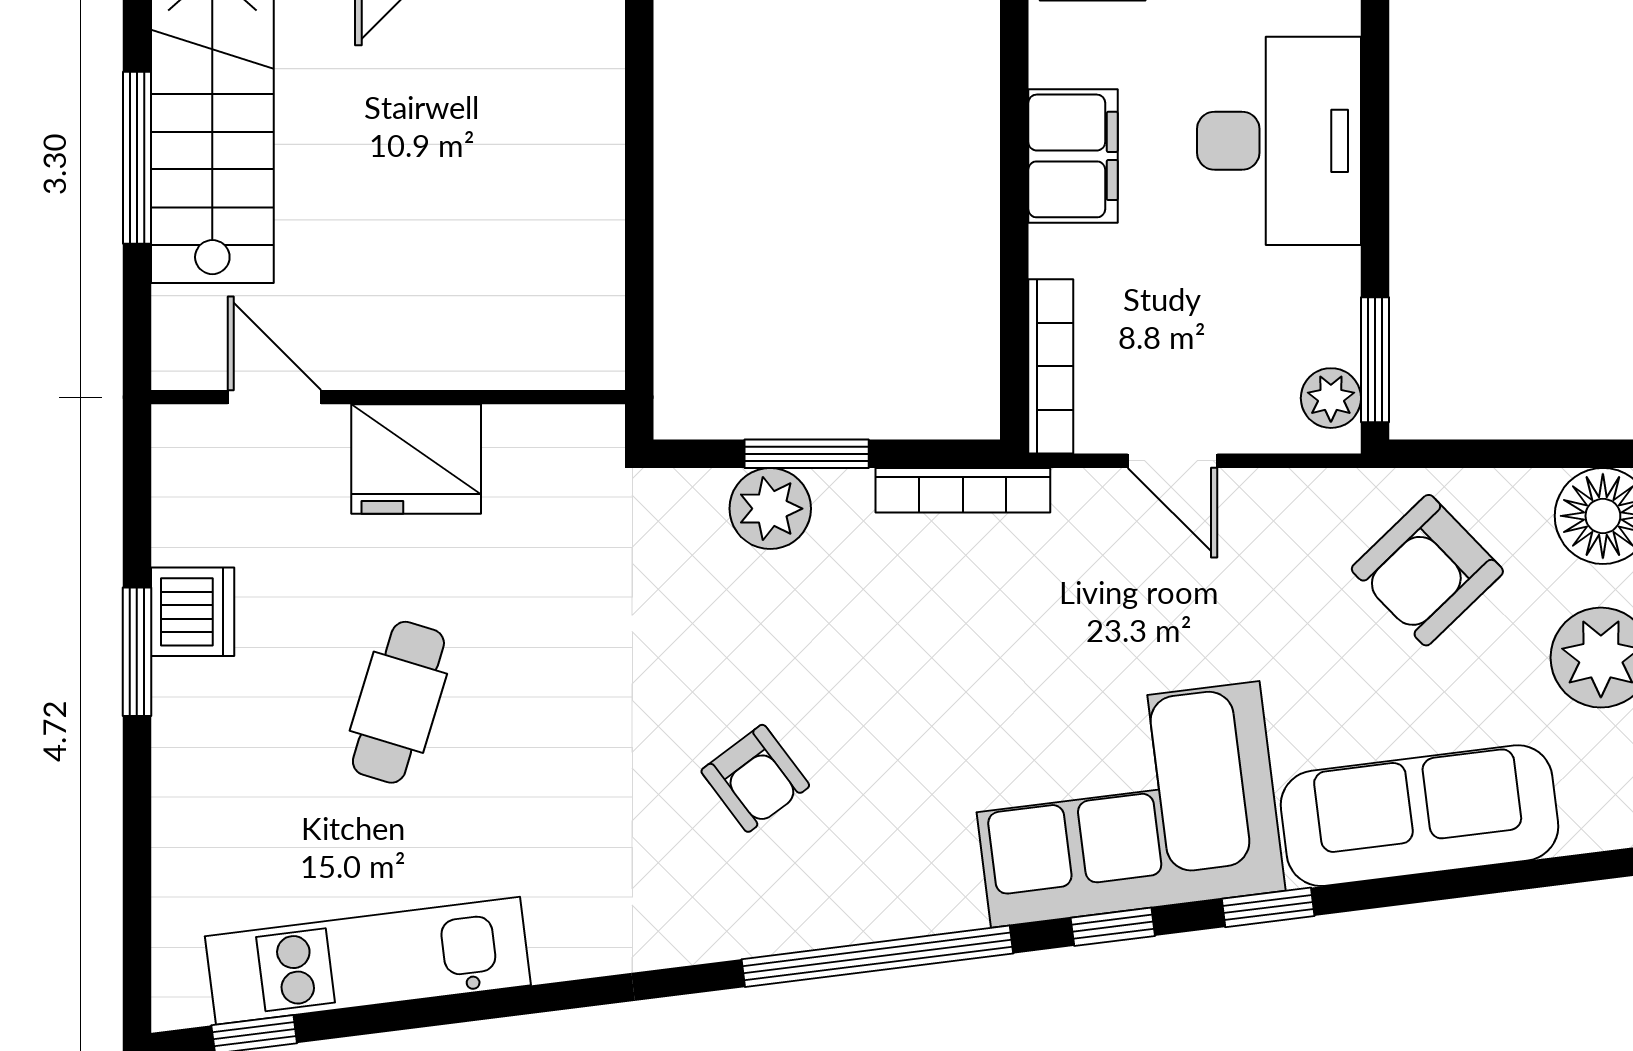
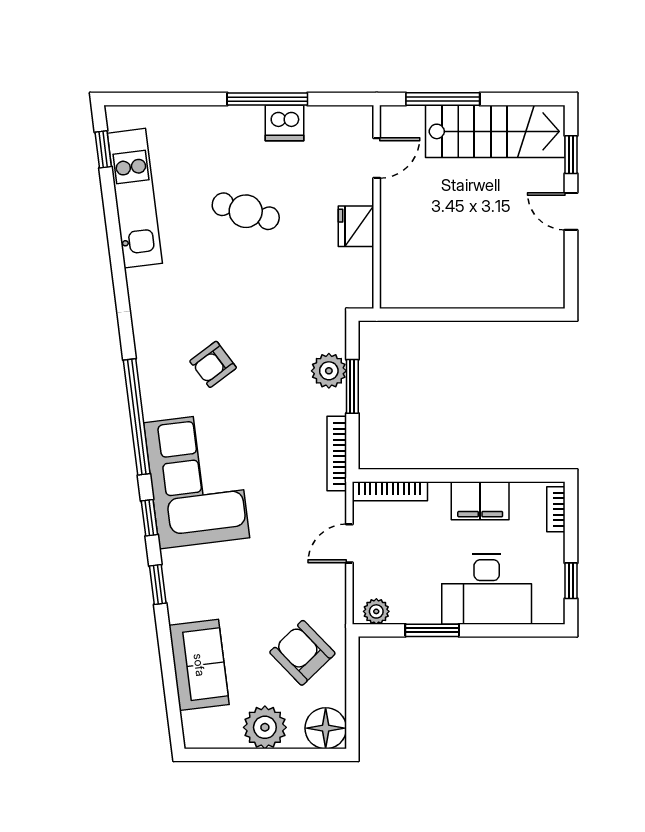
window: (137, 158) -> (443, 99), moved
window: (1375, 360) -> (432, 630), moved
fridge: (416, 459) -> (356, 226), width x0.73, depth x0.75
window: (137, 652) -> (267, 99), width x1.44
corner sofa: (1125, 804) -> (197, 480), moved
sofa: (1420, 816) -> (199, 665), width x0.73

